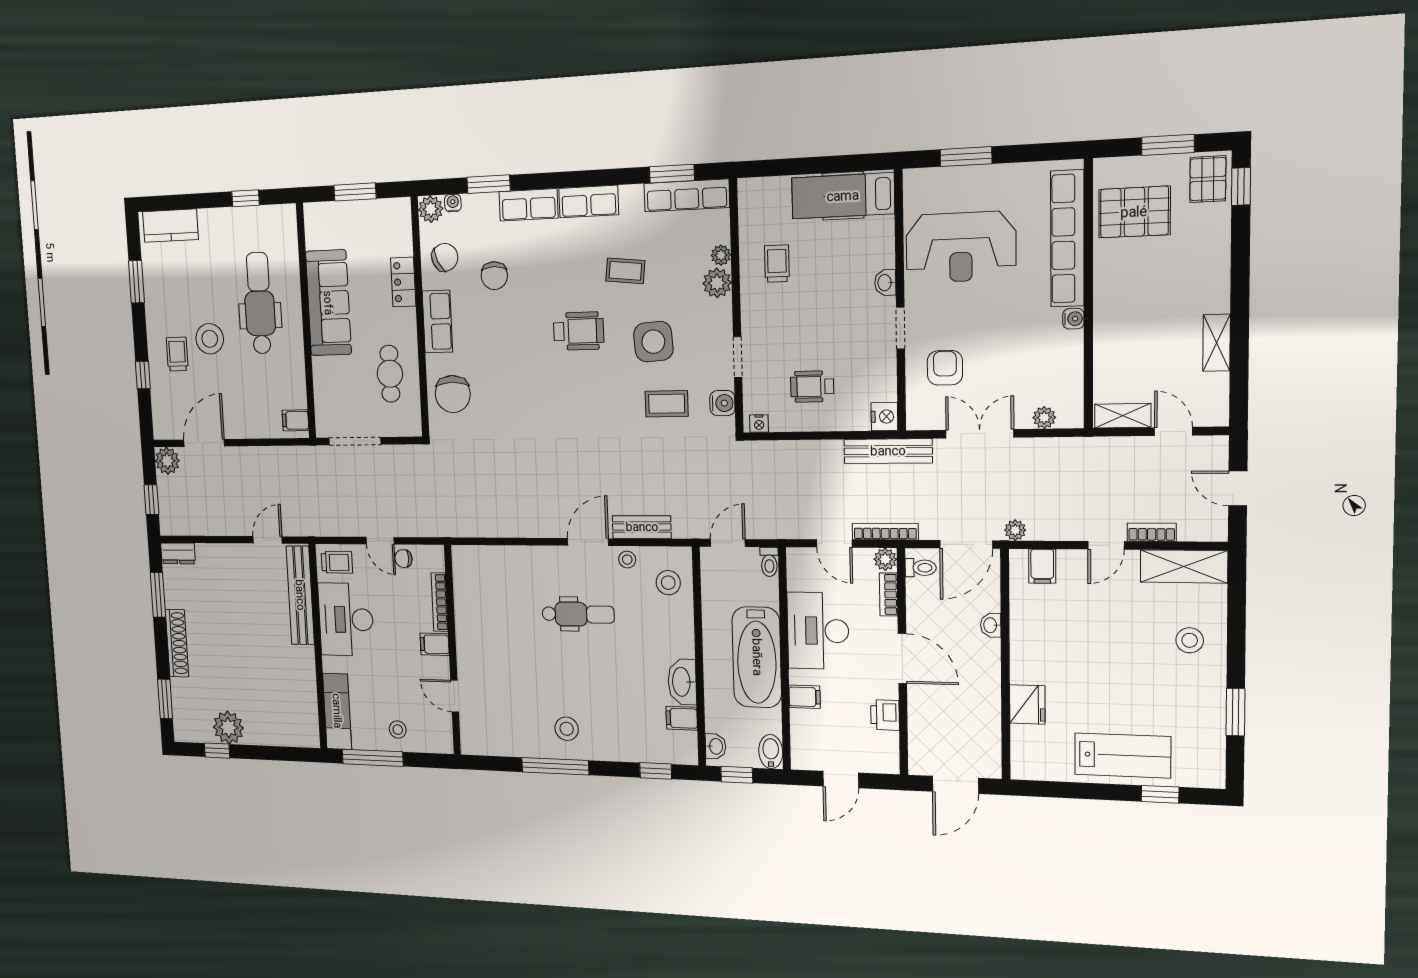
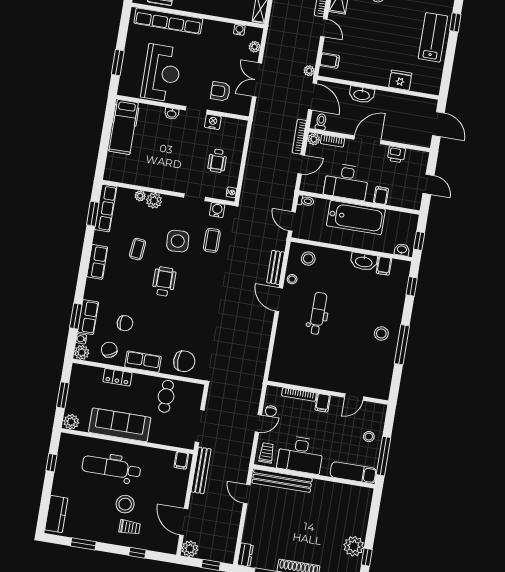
row of seats: (529, 205) -> (88, 317), moved
plant: (316, 217) -> (71, 422), added
trolley: (777, 264) -> (151, 167), removed
water cooler: (1073, 319) -> (239, 30), moved
trolley: (177, 354) -> (130, 527), turned 180
cafe table: (390, 374) -> (166, 396), turned 90
nightstand: (884, 417) -> (213, 122), moved
bench: (888, 451) -> (201, 470), moved
washbasin: (991, 625) -> (362, 95), width x1.91, depth x1.45
bidet: (771, 752) -> (409, 220), removed

